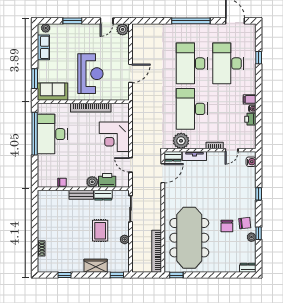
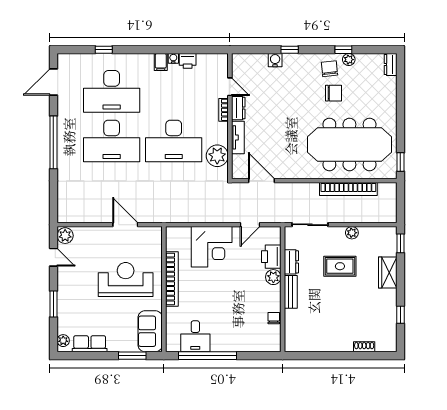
desk: (52, 134) -> (195, 336), width x0.53, depth x0.77
dresser: (173, 156) -> (238, 108), moved
water cooler: (251, 162) -> (275, 60), moved
bookcase: (157, 251) -> (348, 189), moved

